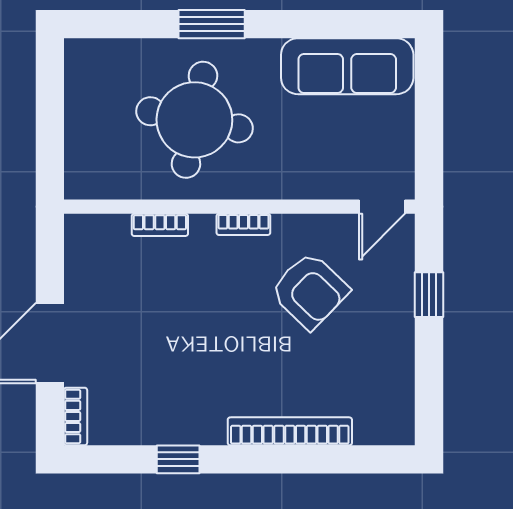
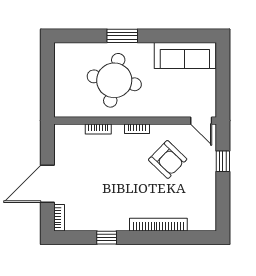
door: (382, 207) -> (201, 121), hinge flipped

